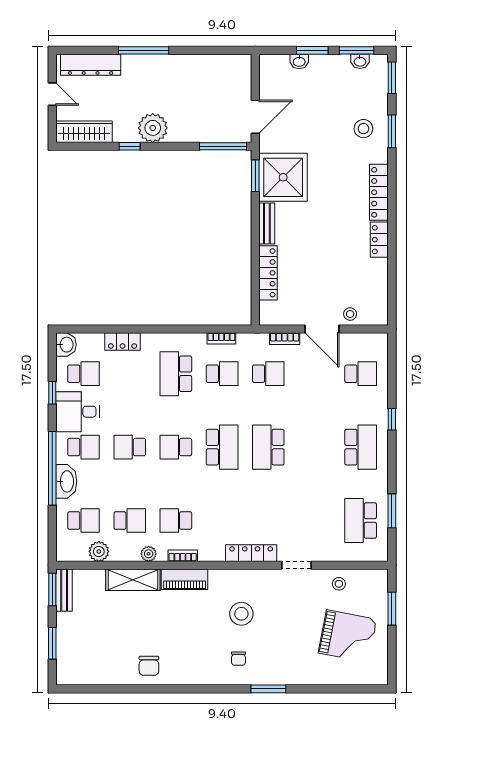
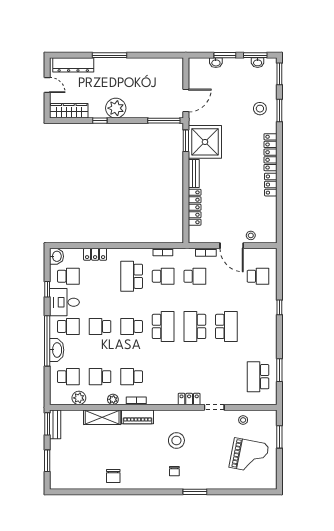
school desk: (361, 447) -> (226, 326), moved
school desk: (130, 521) -> (100, 377), turned 180
locker: (251, 553) -> (189, 399), width x0.66

